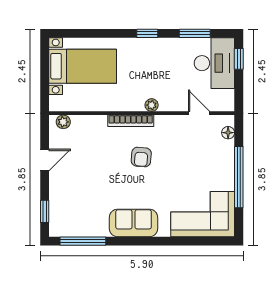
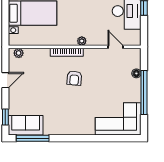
floor lamp: (228, 133) -> (136, 73), moved
sofa: (134, 223) -> (26, 125), moved

